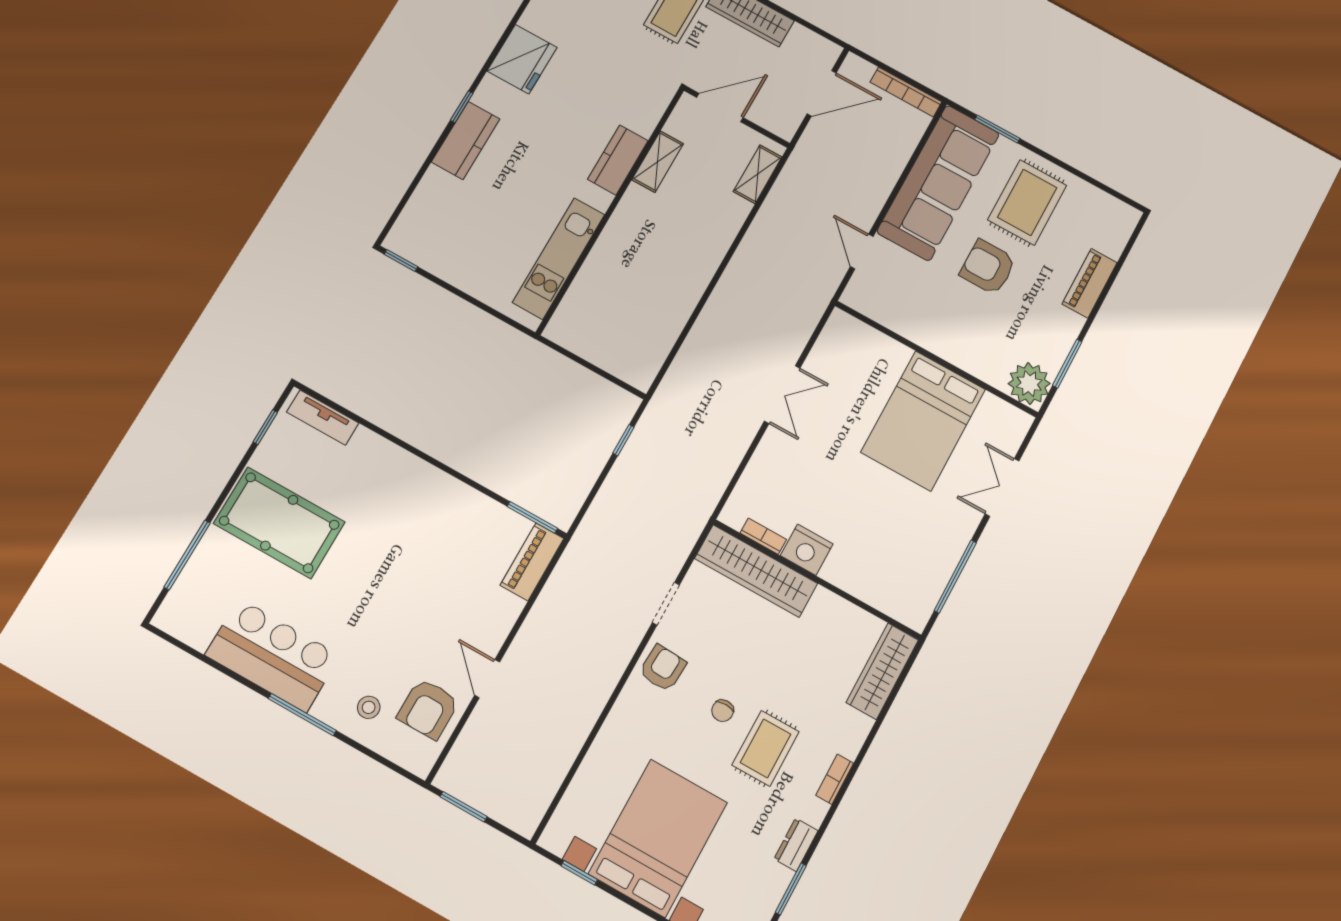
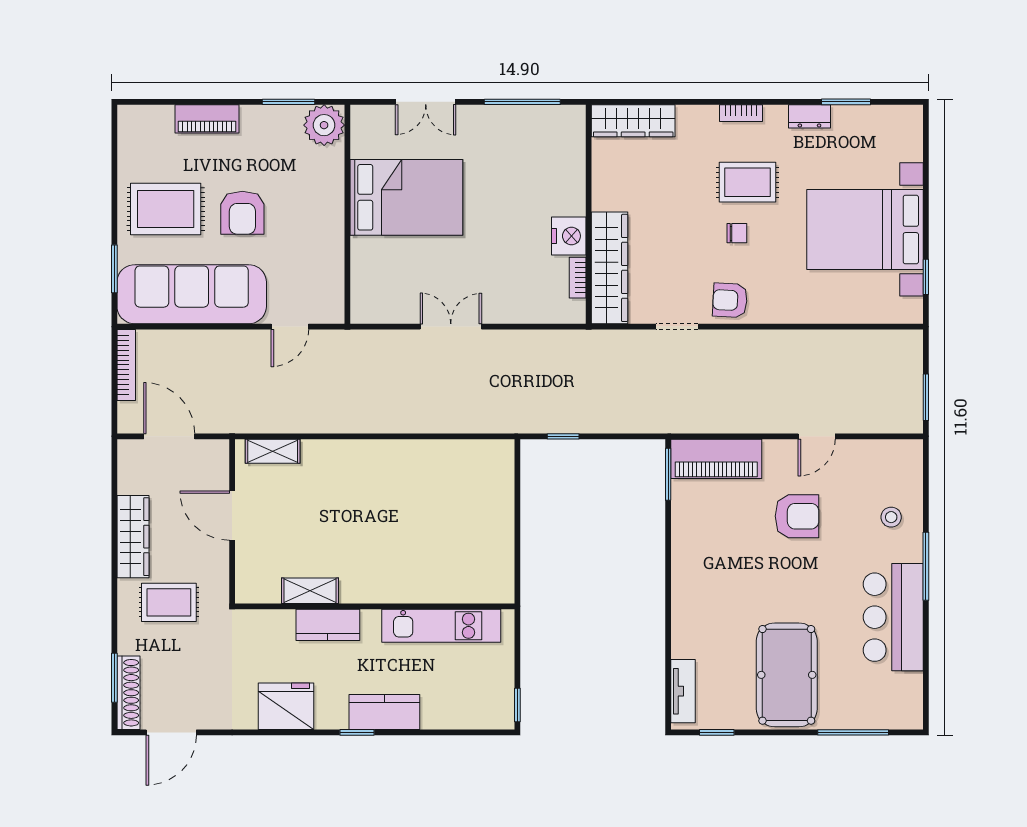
kitchen counter: (618, 160) -> (328, 625), moved
shelving: (658, 162) -> (310, 591), moved
wall: (611, 210) -> (375, 606), moved
kitchen unit: (559, 258) -> (441, 626), moved
piano: (532, 562) -> (716, 459), width x1.37, depth x1.33
armchair: (428, 709) -> (797, 516), moved

